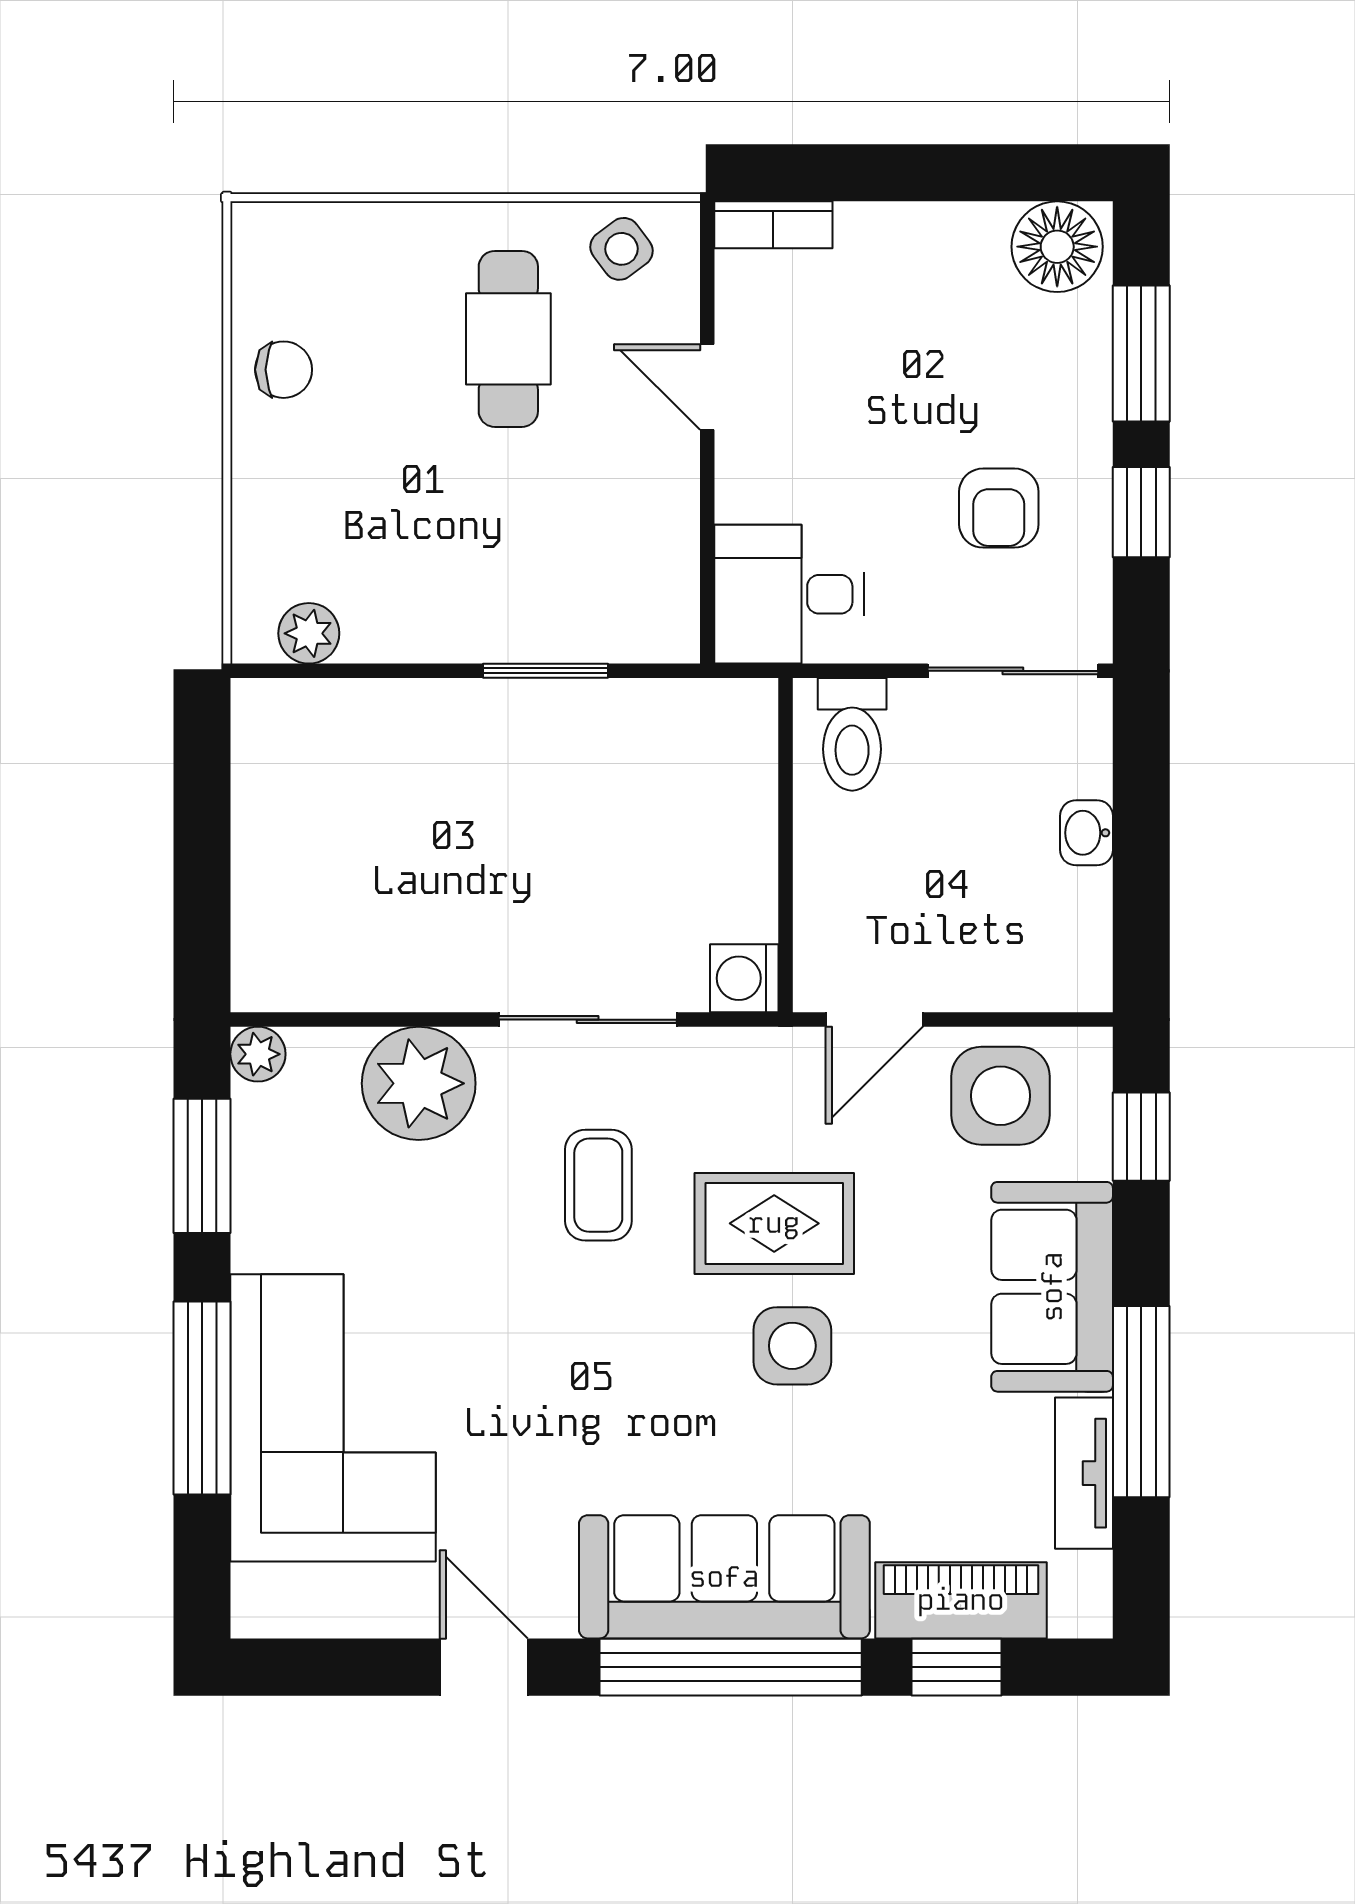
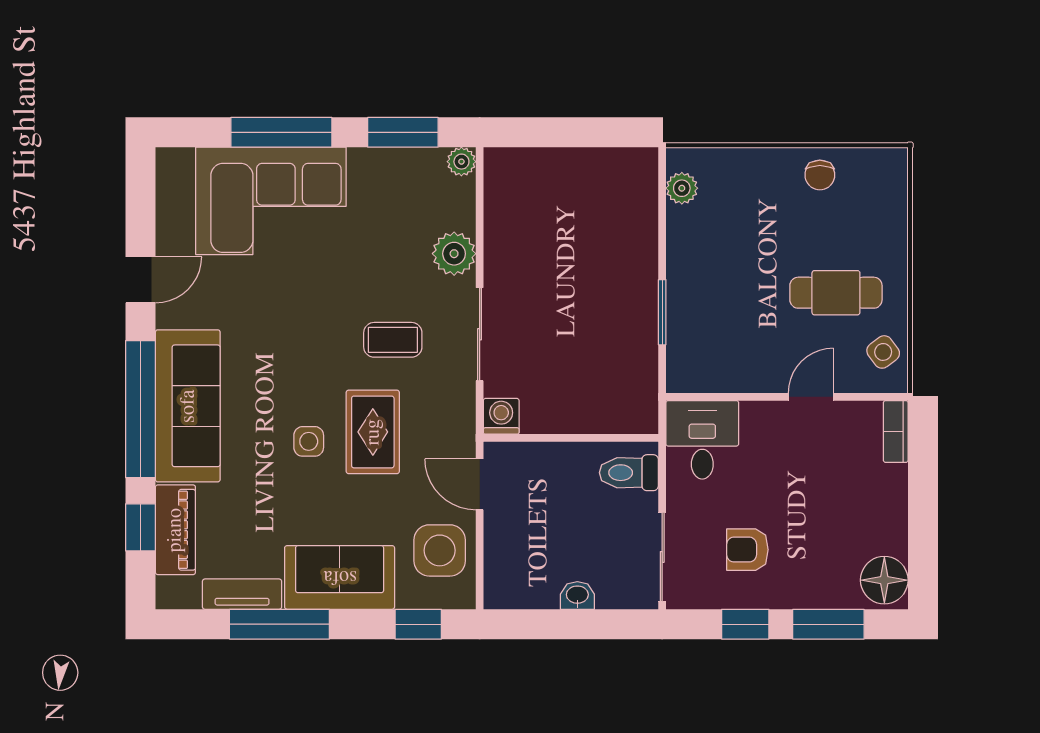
plant: (419, 1083) -> (454, 254), width x0.73, depth x0.73
side table: (792, 1346) -> (309, 441), width x0.73, depth x0.73

